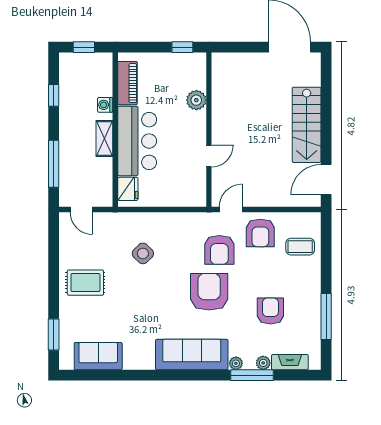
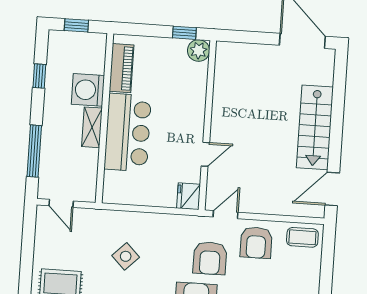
plant: (196, 100) -> (199, 51), moved
washing machine: (105, 105) -> (88, 90), width x1.89, depth x1.89
fridge: (128, 189) -> (189, 196), moved, turned 180
coffee table: (300, 247) -> (302, 237), moved

